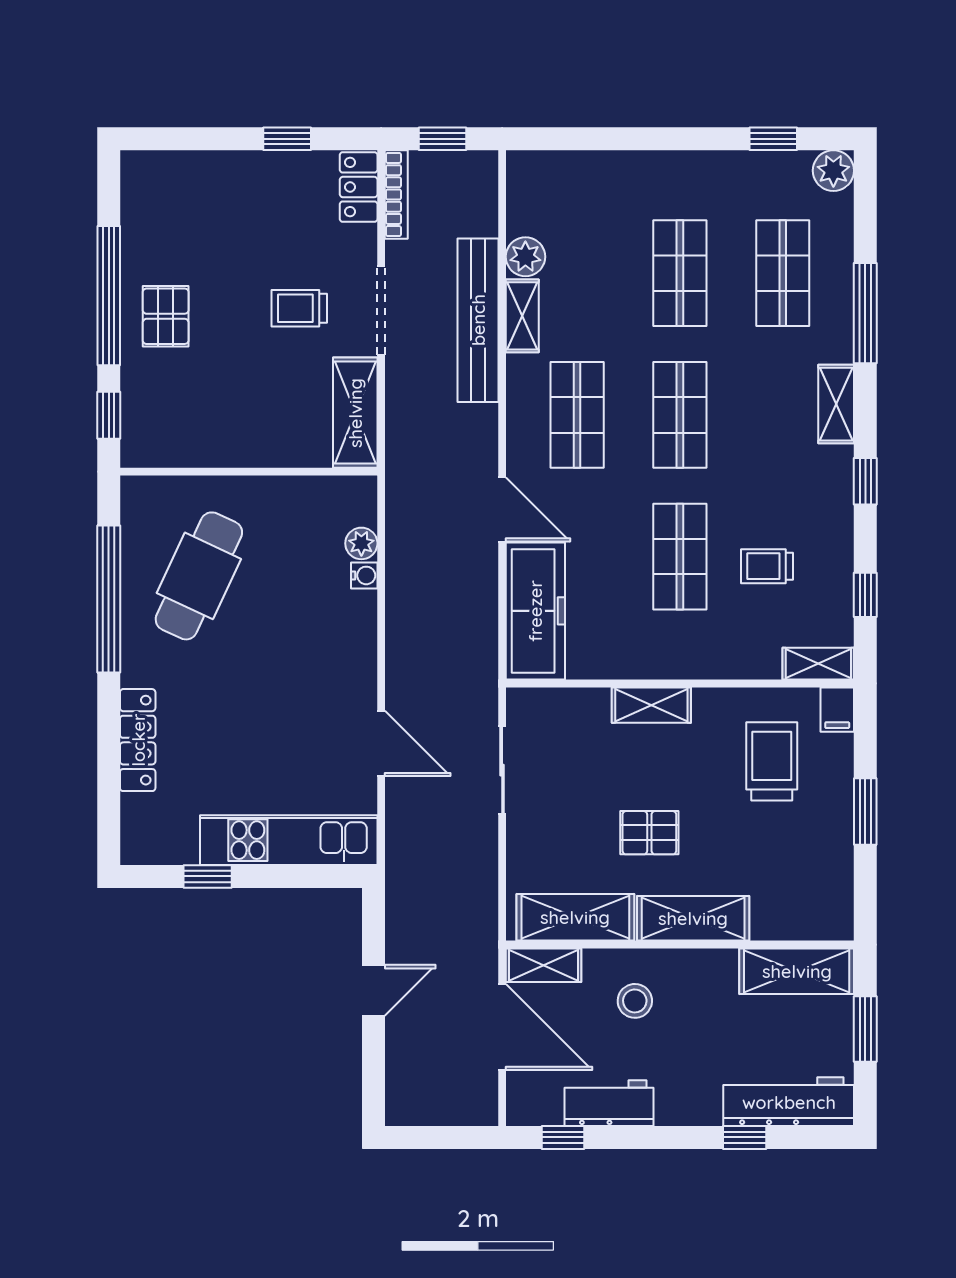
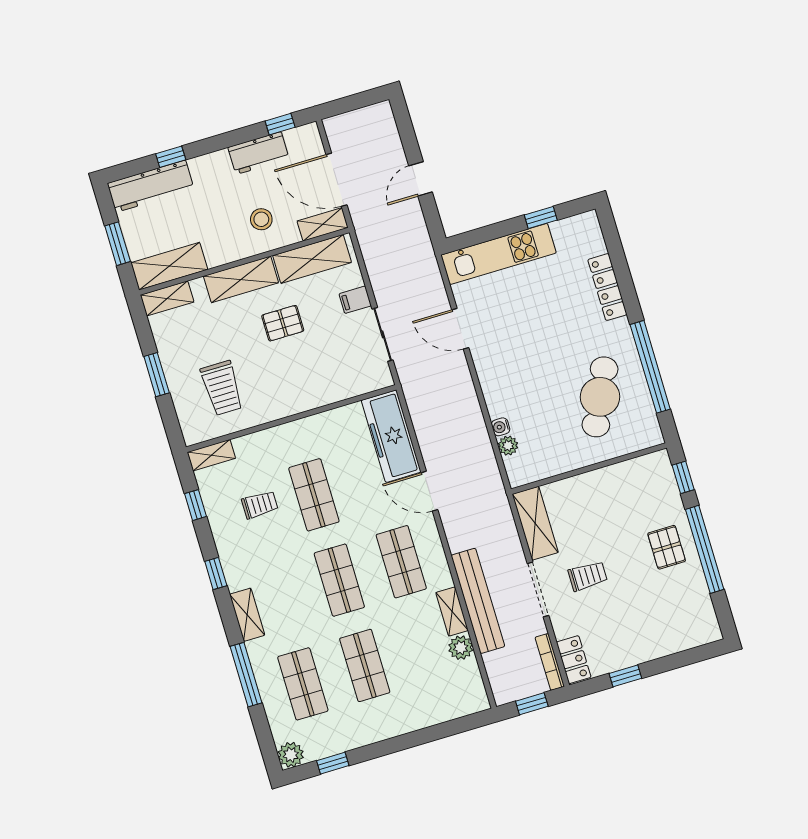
shelving: (651, 705) -> (167, 298), moved
filing cabinet: (837, 710) -> (355, 300), moved, turned -90

